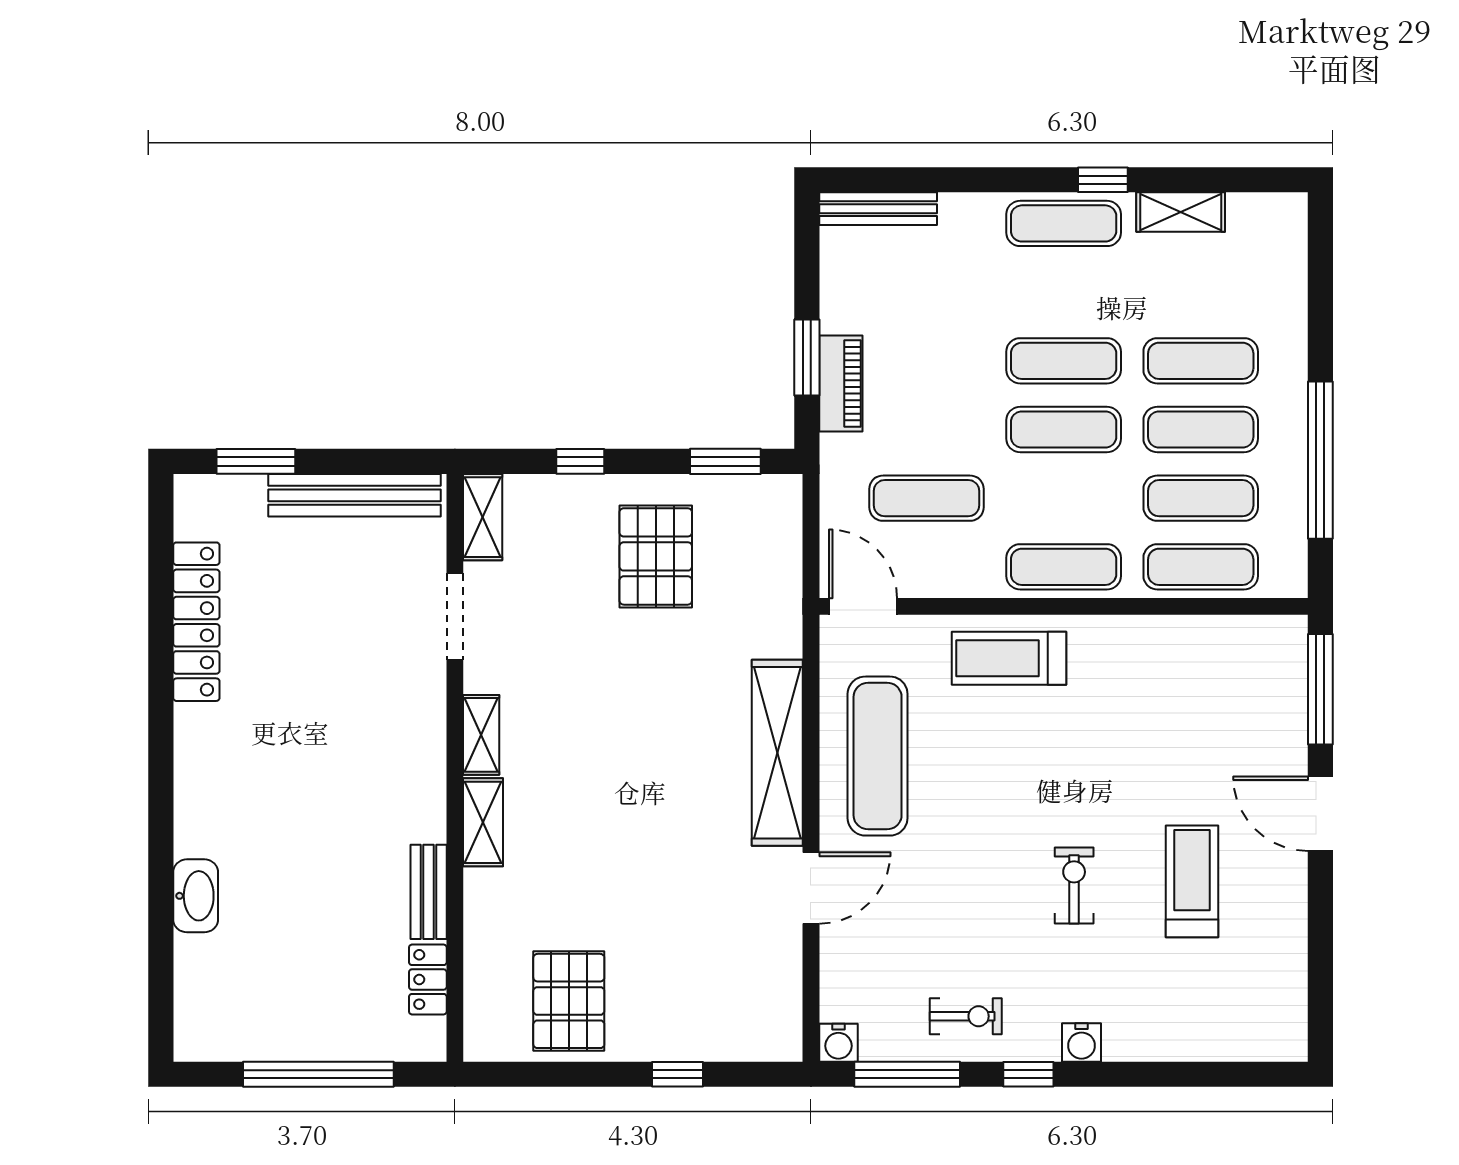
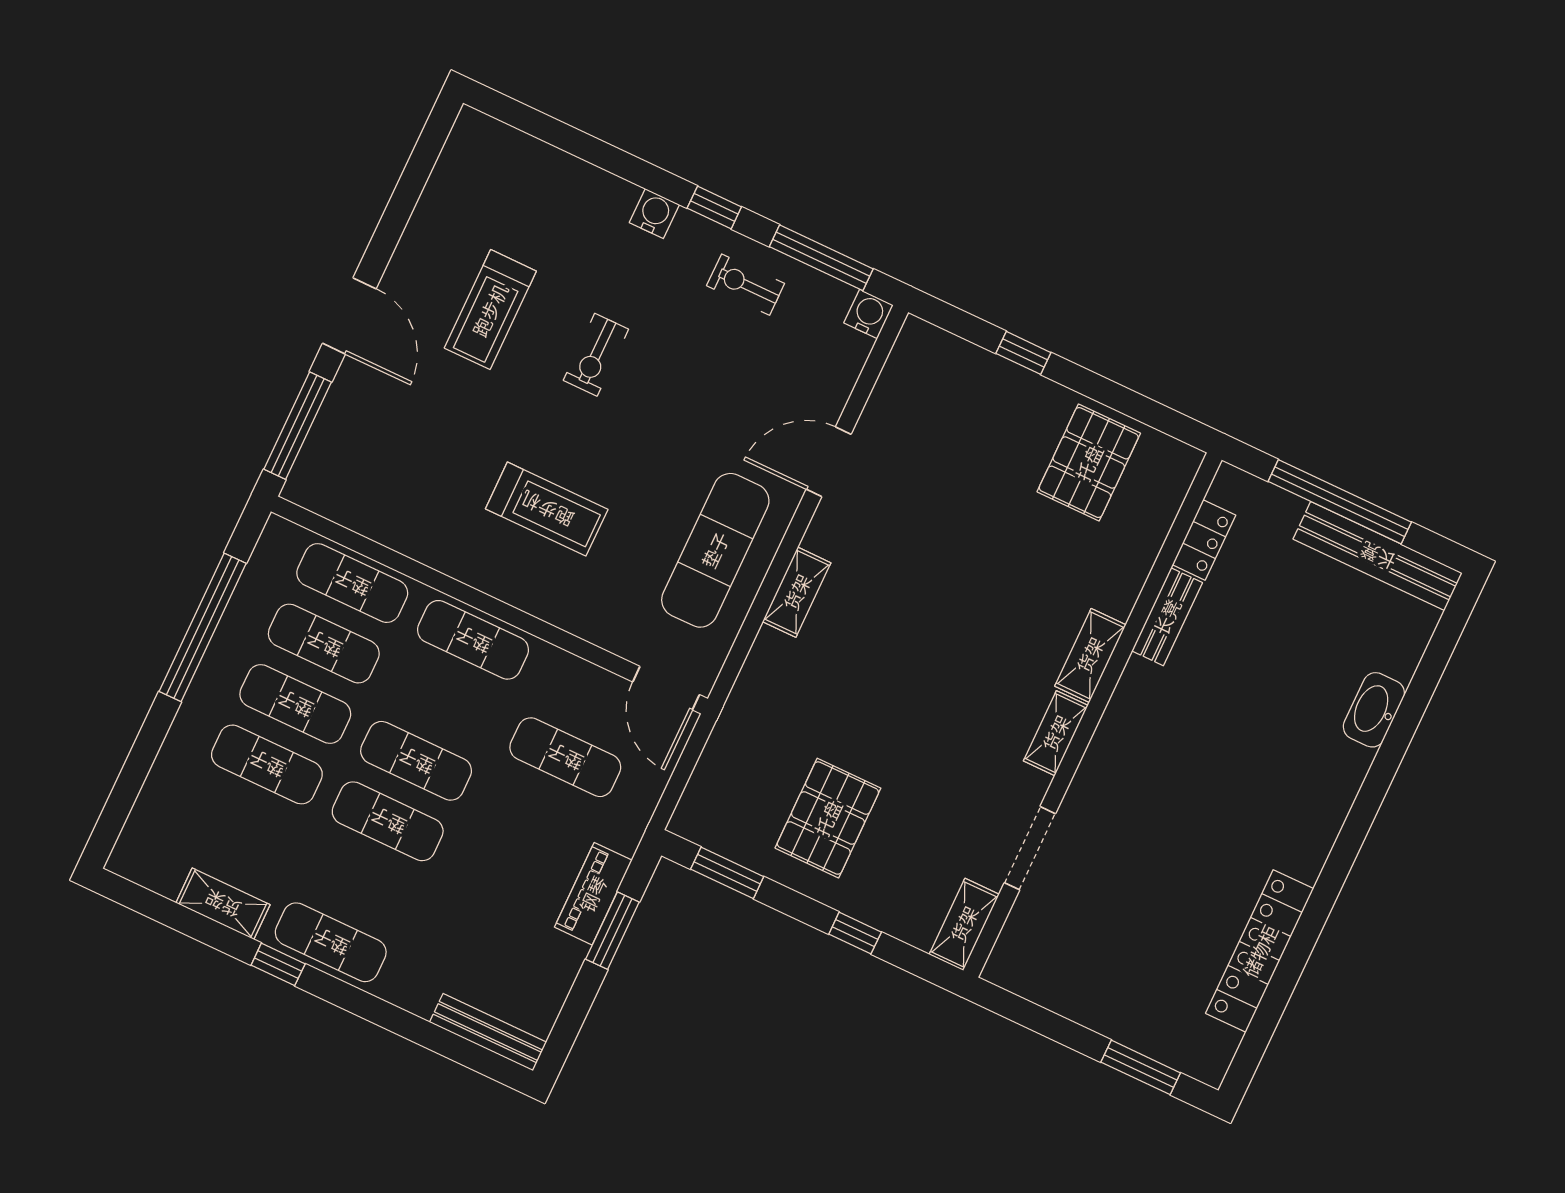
bench: (354, 495) -> (1378, 556), moved
treadmill: (1009, 658) -> (547, 509), moved
shelving: (777, 753) -> (797, 592), width x0.45, depth x0.75

